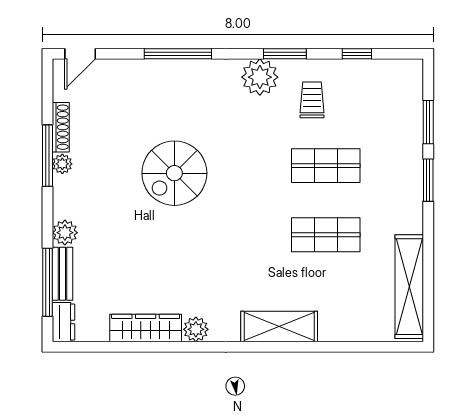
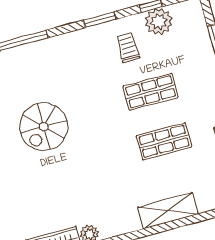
plant: (260, 77) -> (159, 22), moved
shelving: (279, 326) -> (168, 211), moved

